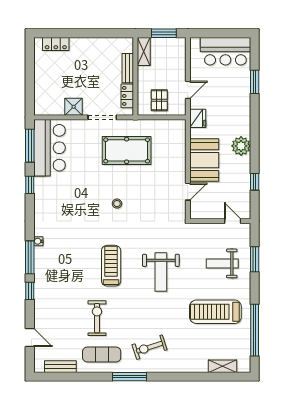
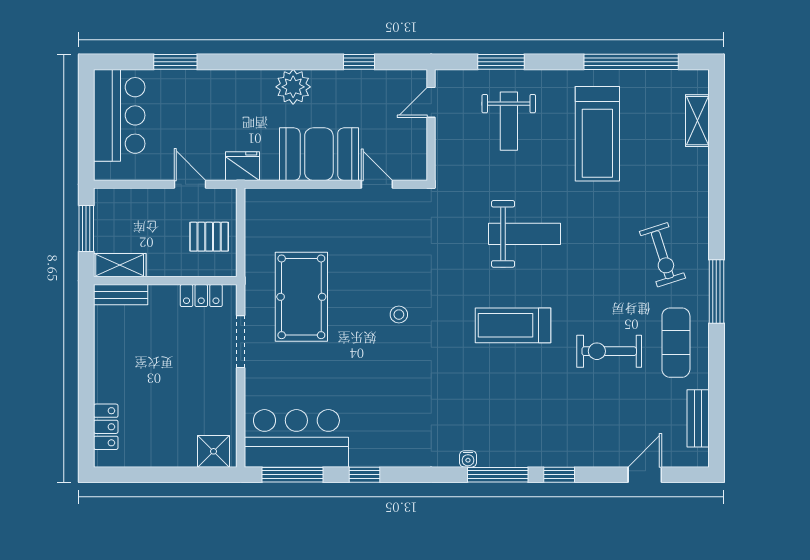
bench: (128, 68) -> (121, 295), moved
shower: (74, 107) -> (214, 451), moved

